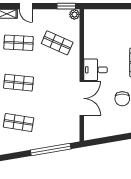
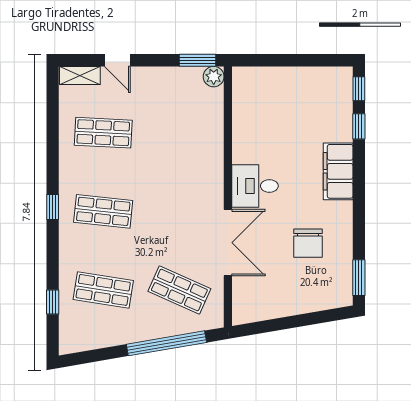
shop shelf: (57, 43) -> (179, 290), moved

